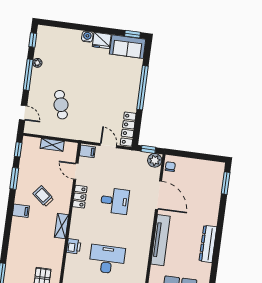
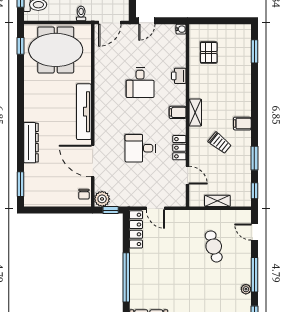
filing cabinet: (87, 151) -> (178, 112), moved
dresser: (208, 244) -> (31, 143), moved
printer: (74, 246) -> (179, 76), moved
desk: (107, 259) -> (140, 83), width x0.73

